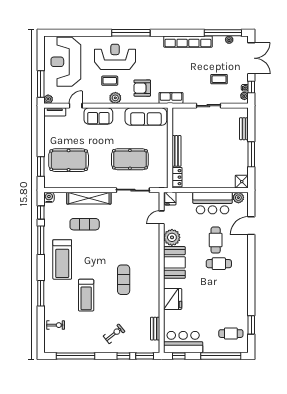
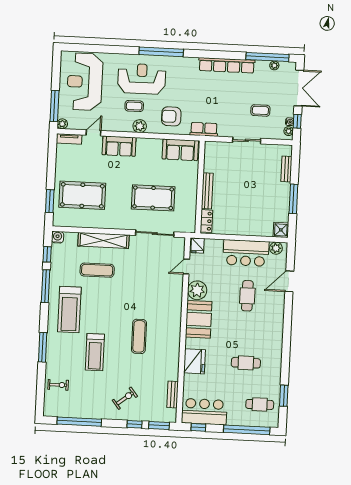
sofa: (146, 117) -> (180, 150), width x0.73
cafe table: (219, 264) -> (246, 363), moved

